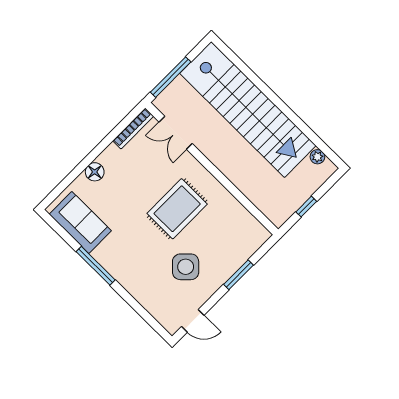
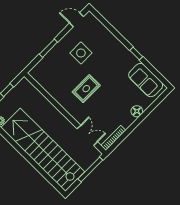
rug: (177, 209) -> (86, 89), width x0.73, depth x0.70
window: (96, 266) -> (136, 54), width x0.46
side table: (186, 267) -> (81, 53), turned 45

